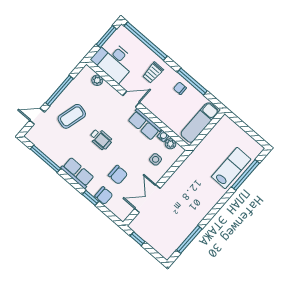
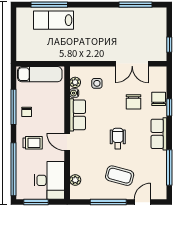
door: (37, 116) -> (142, 202), swing flipped
chair: (118, 175) -> (133, 102), turned 180

